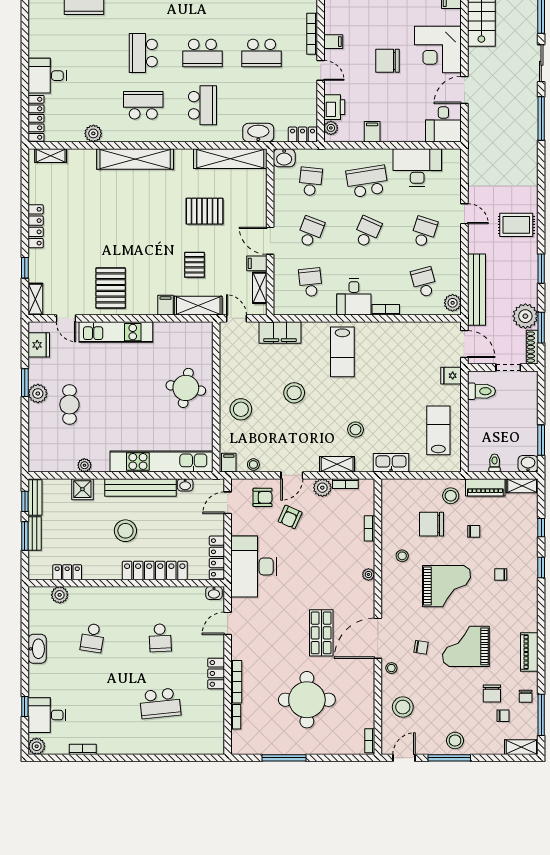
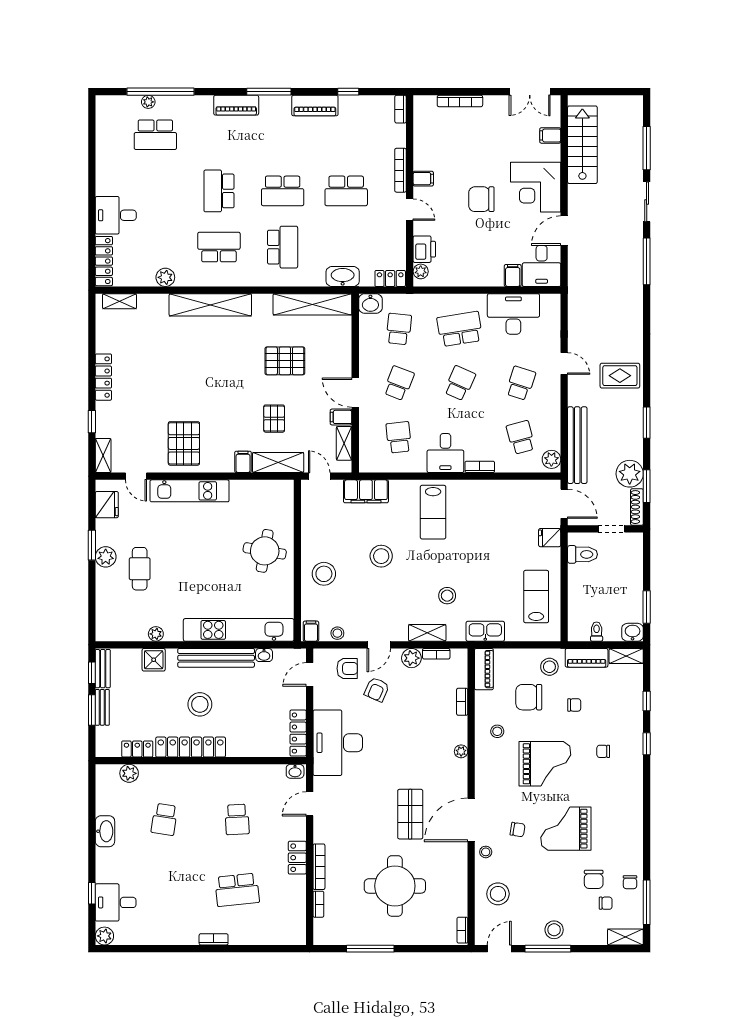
filing cabinet: (372, 132) -> (513, 275), moved
locker: (155, 570) -> (191, 747), moved
piano: (529, 652) -> (484, 669), moved, turned 180
bookcase: (83, 749) -> (214, 939), moved

